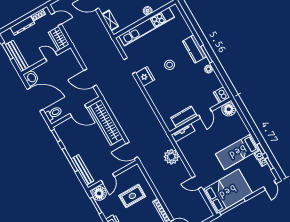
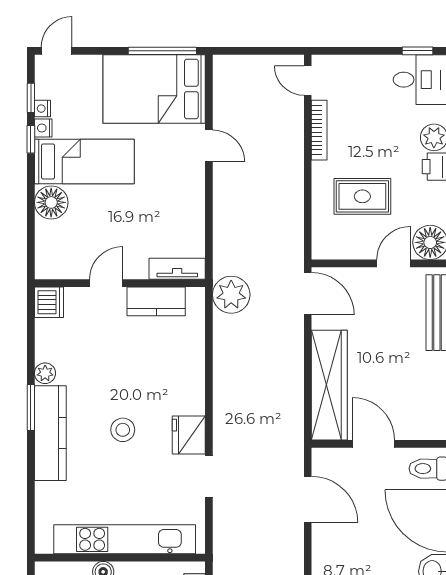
kitchen counter: (194, 49) -> (50, 433), width x1.50
floor lamp: (229, 109) -> (51, 202), moved
plant: (171, 157) -> (231, 295), moved

